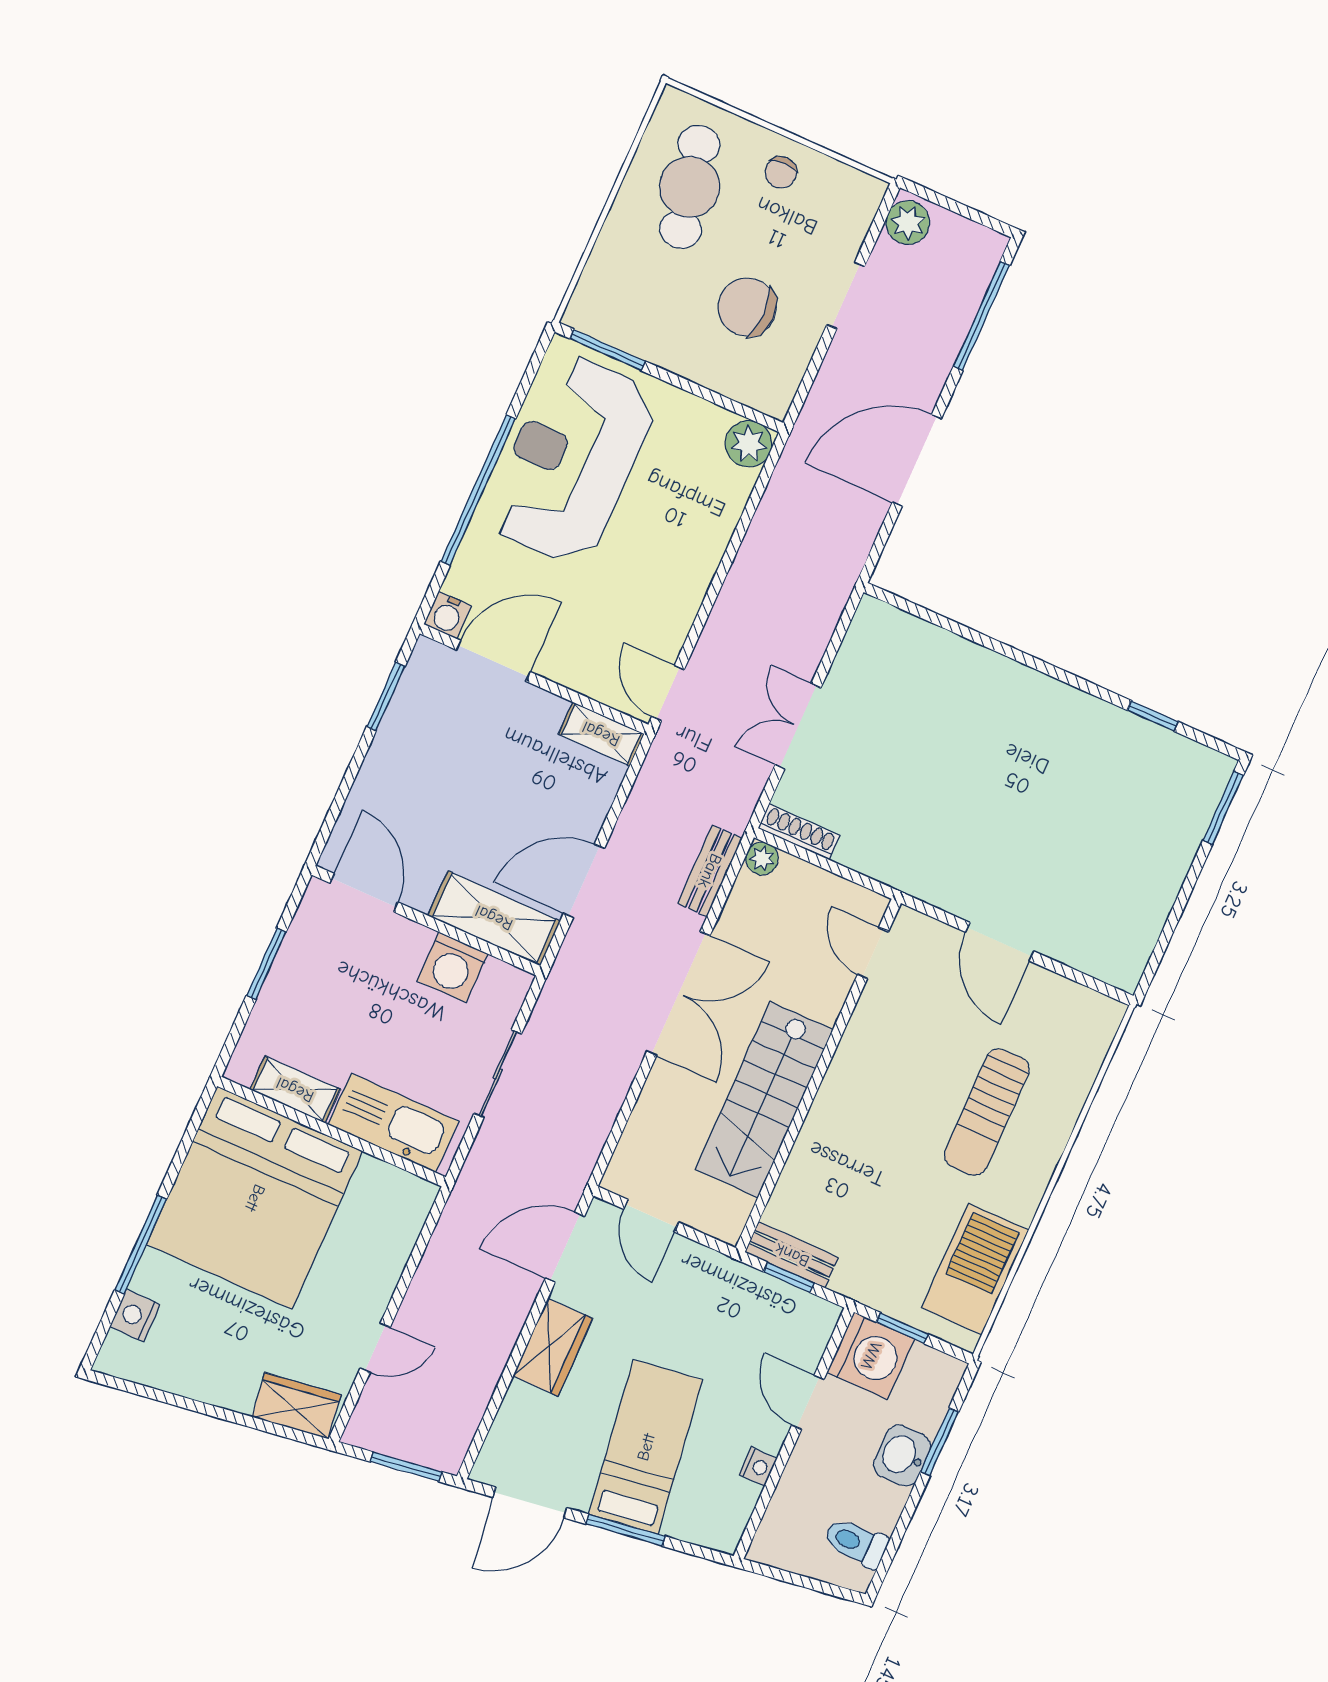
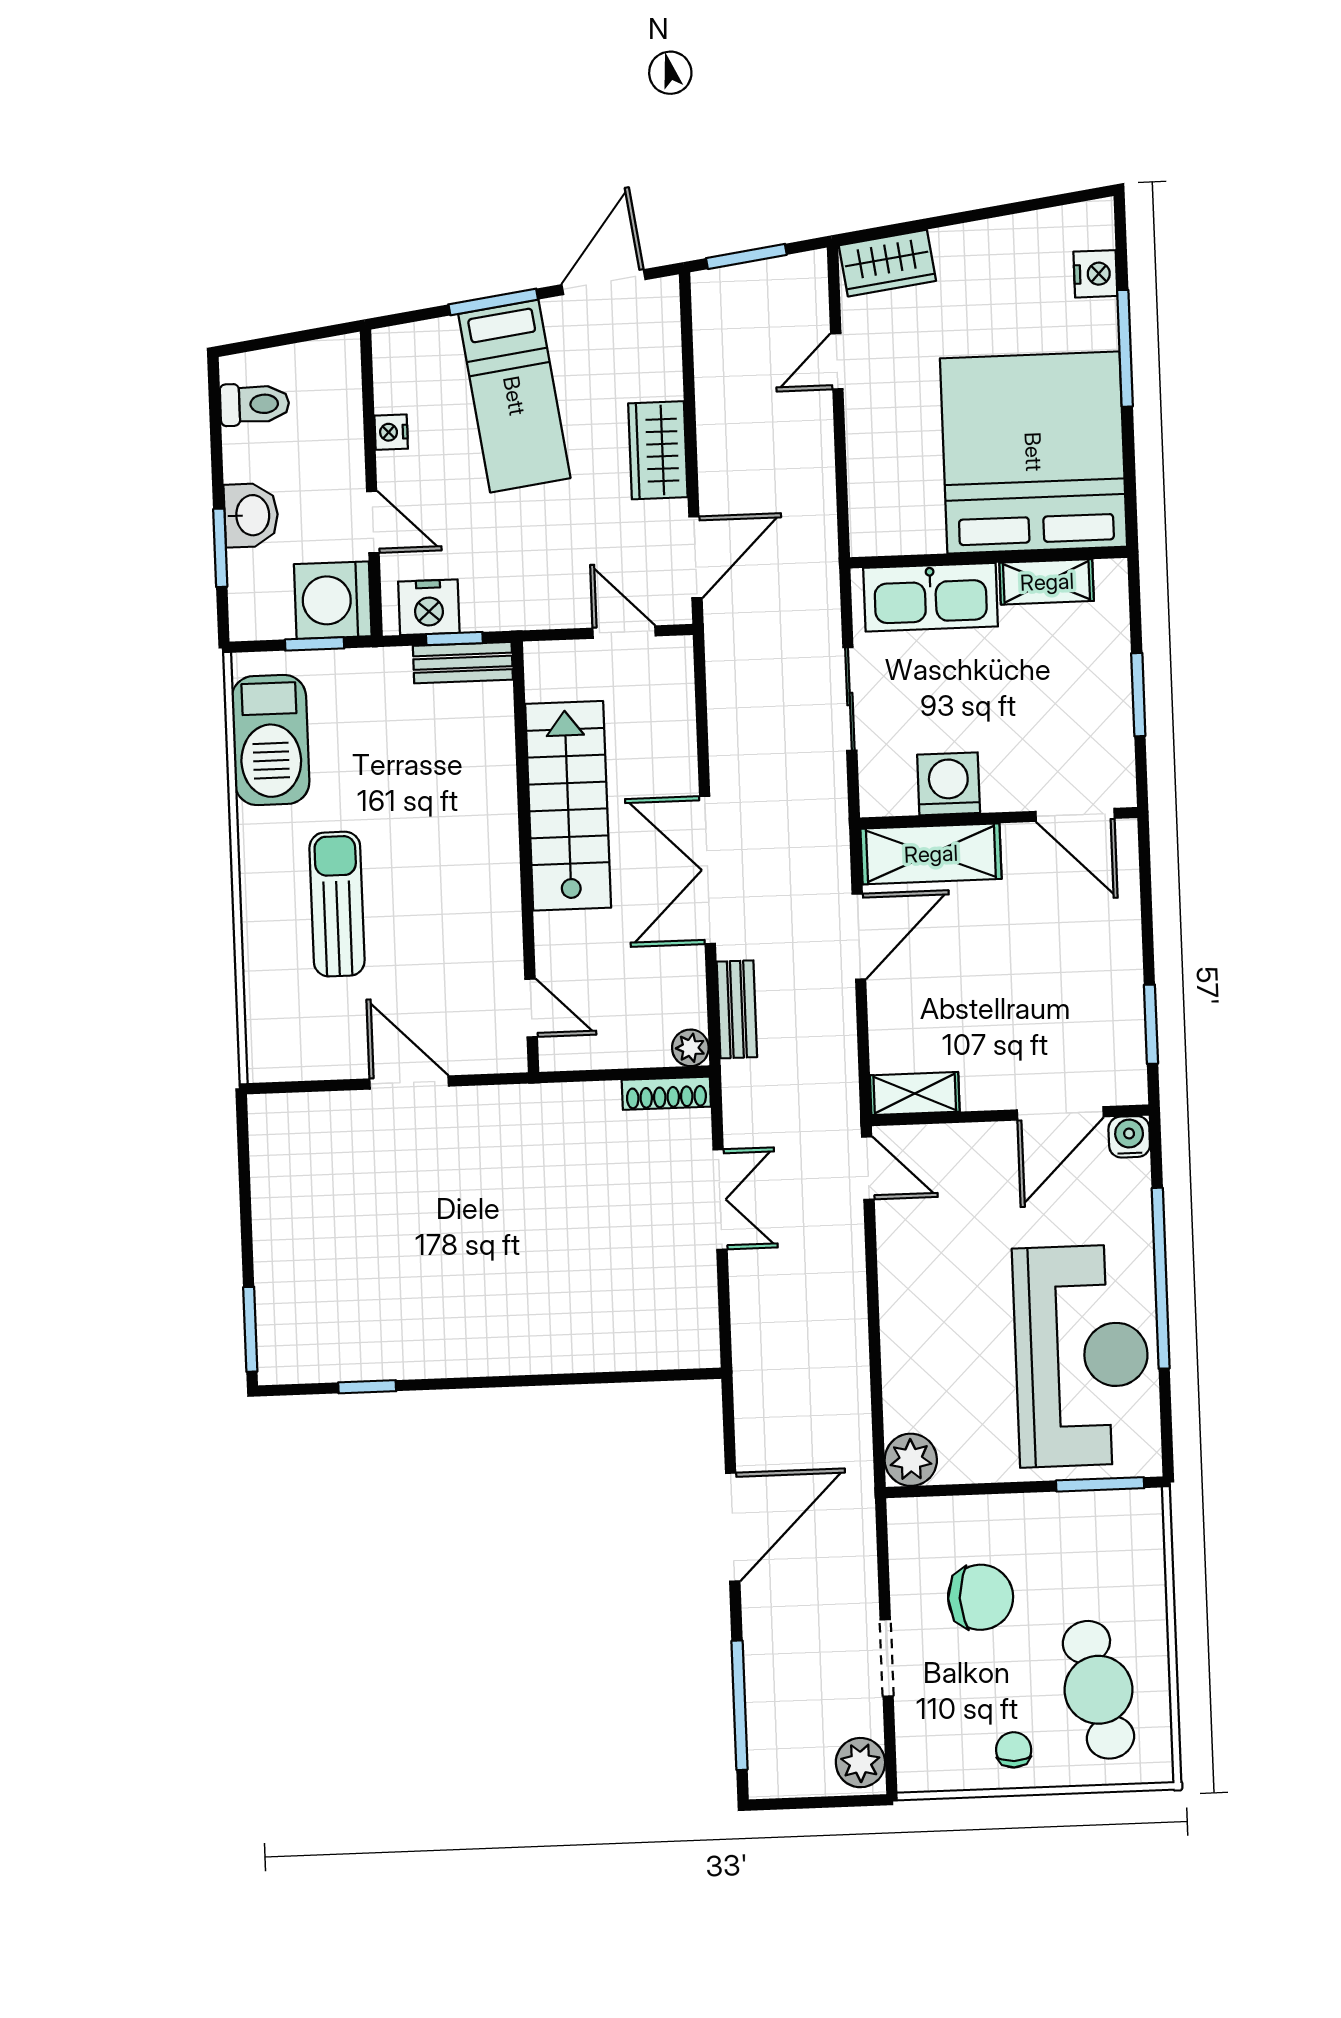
nightstand: (797, 1312) -> (429, 607), added

